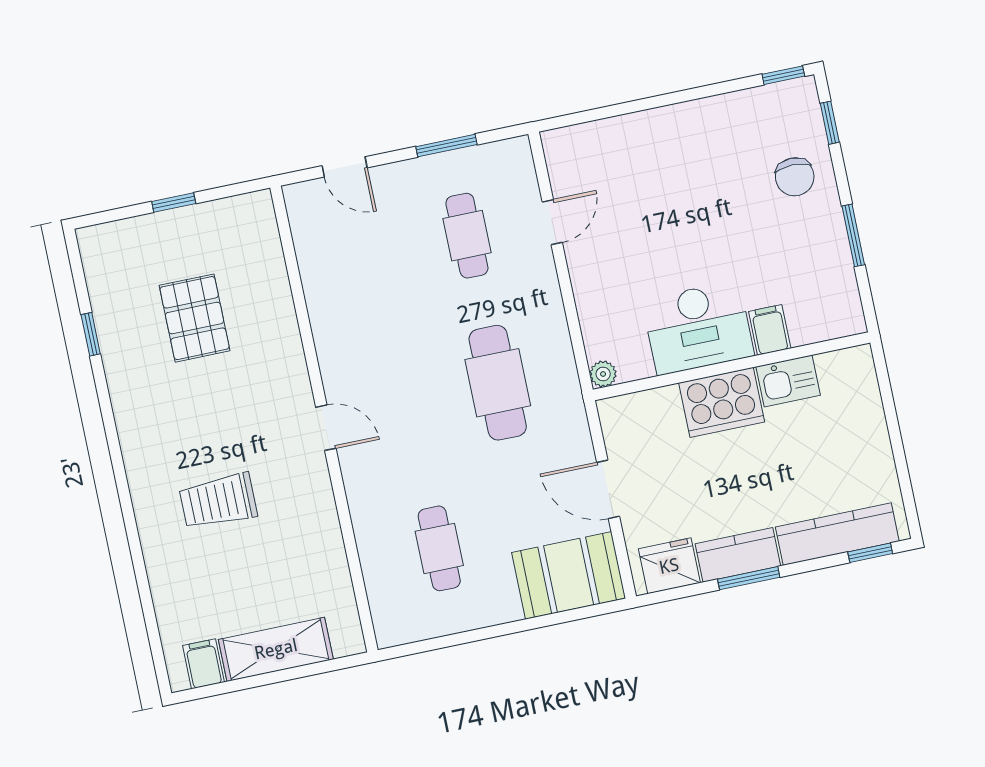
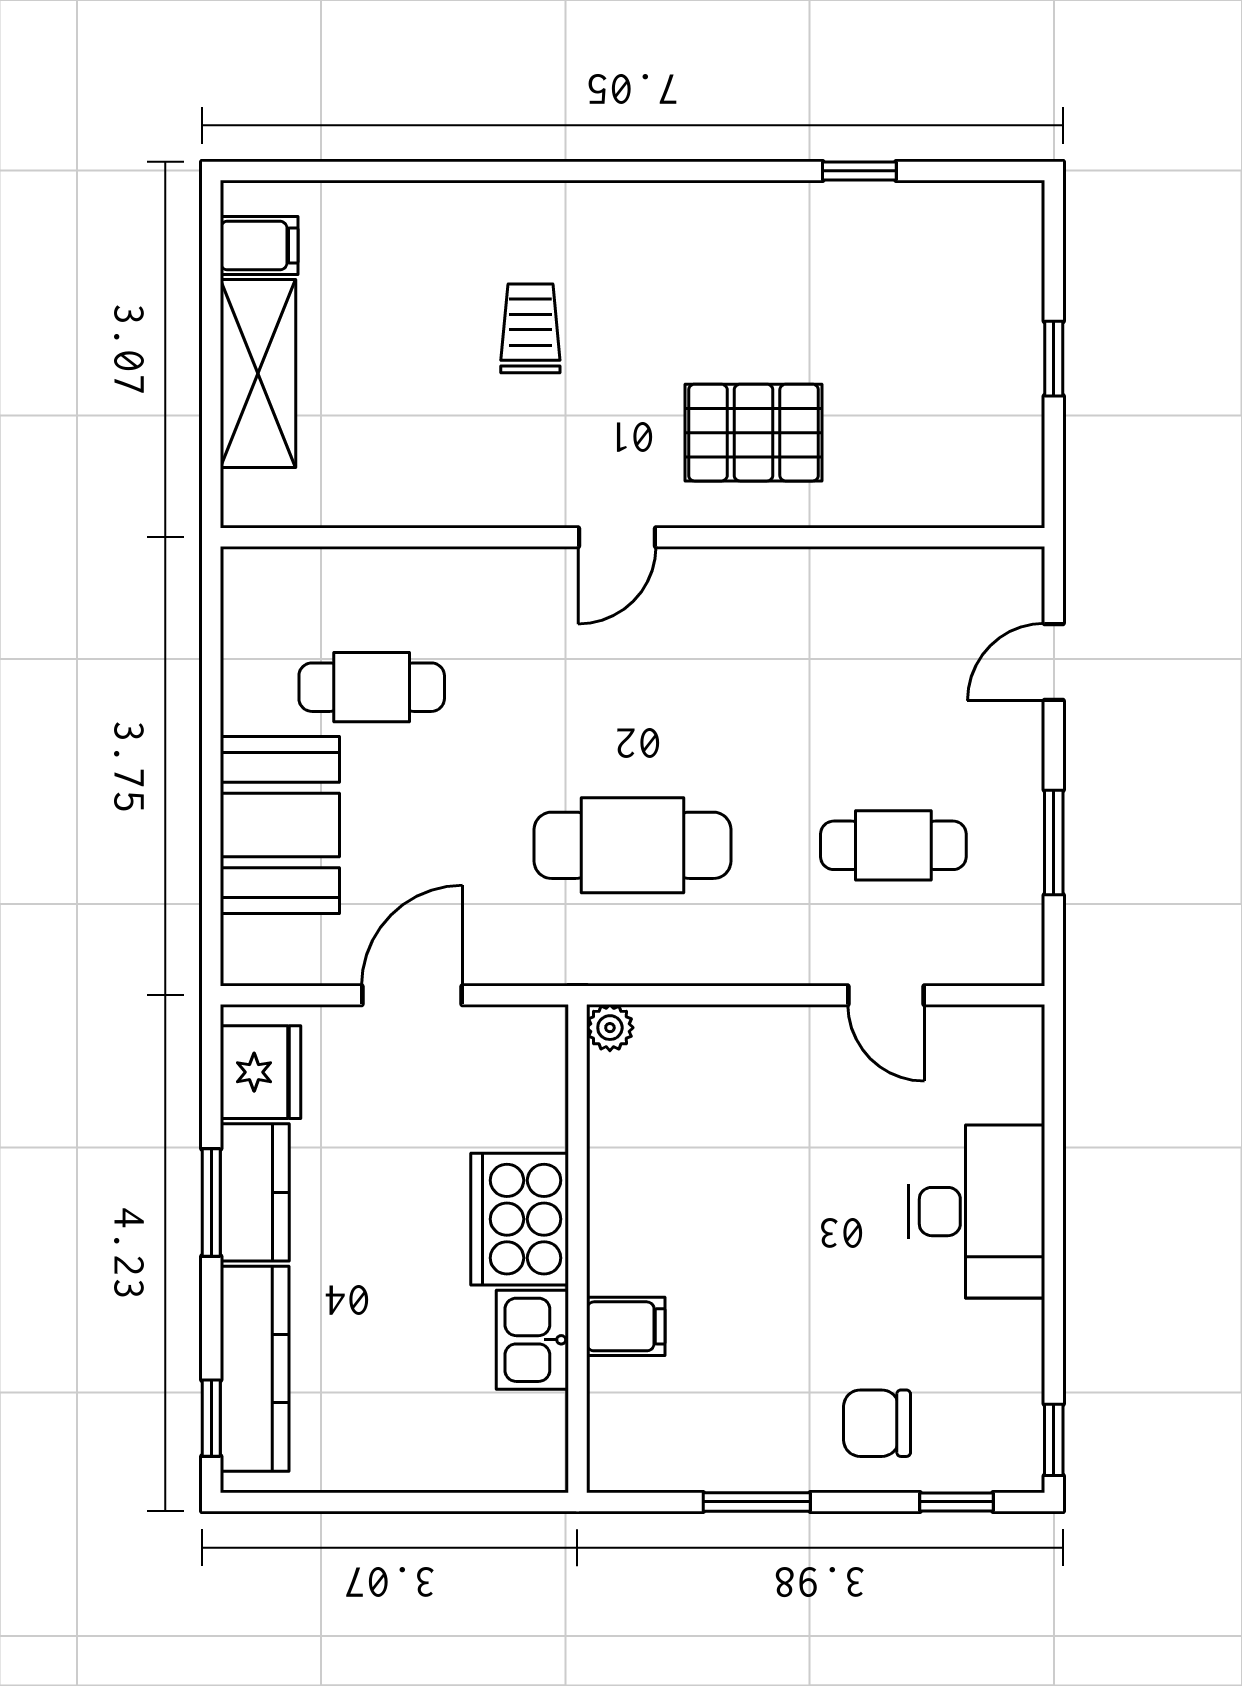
pallet: (195, 318) -> (754, 433), moved
desk: (698, 328) -> (977, 1212), moved, turned 180
trolley: (218, 501) -> (530, 328), width x0.73, depth x0.72
booth: (569, 575) -> (280, 825), moved

